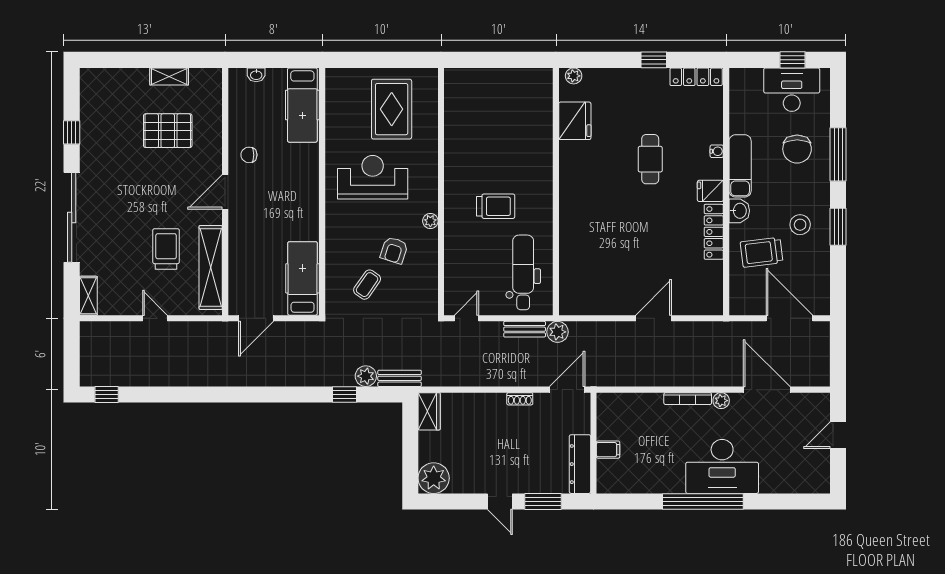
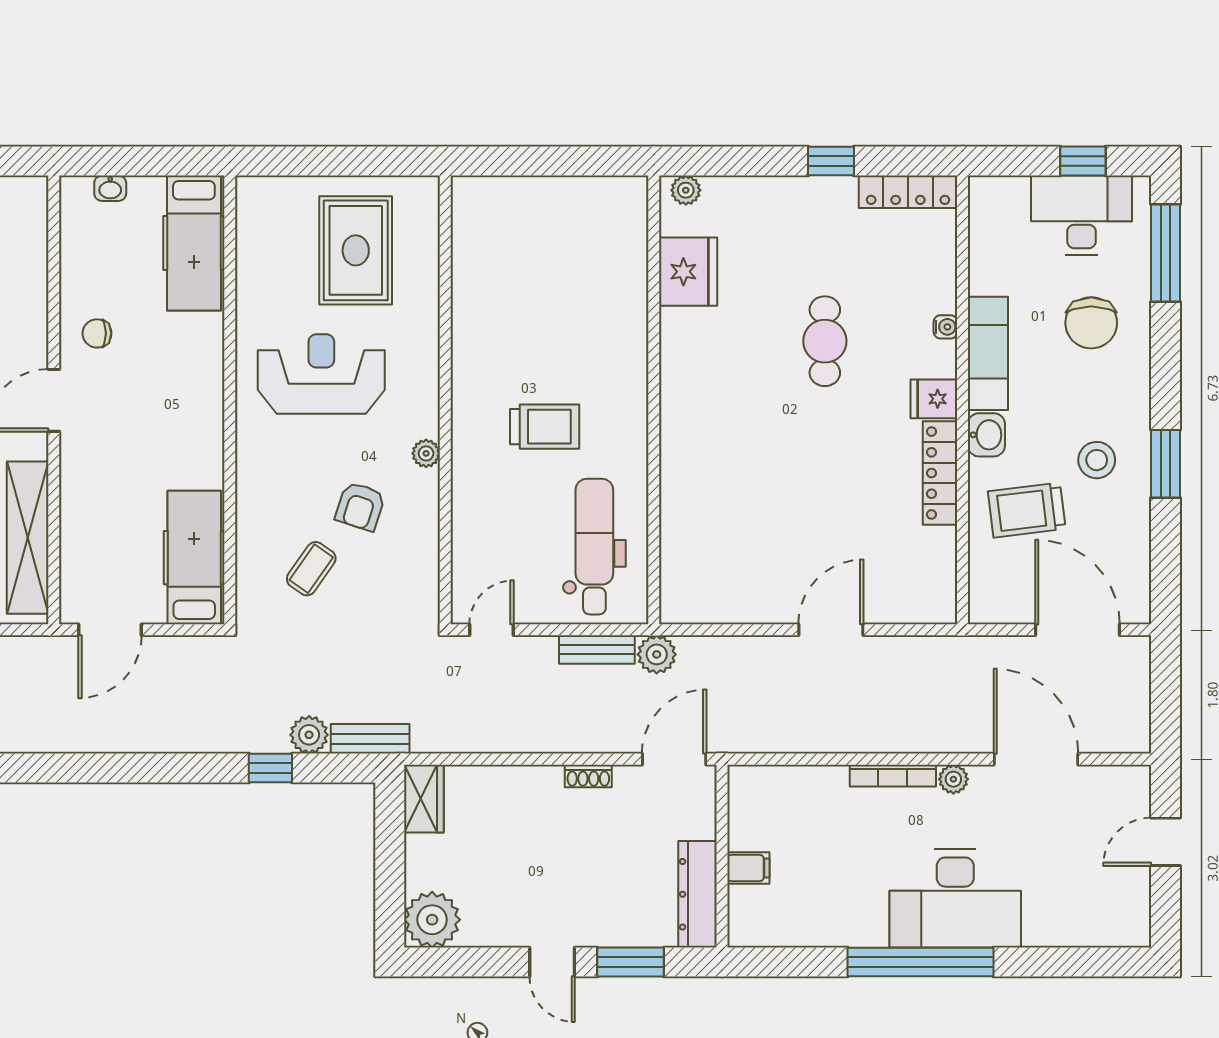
window: (838, 154) -> (1166, 253), moved

